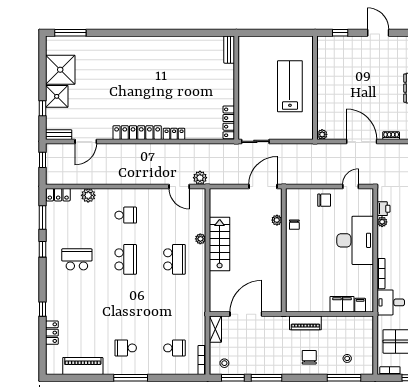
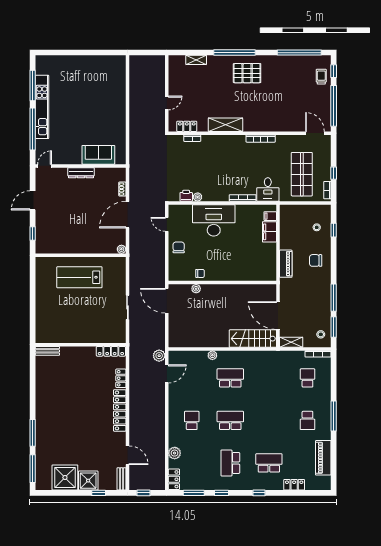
window: (111, 33) -> (33, 433), added
bench: (229, 50) -> (47, 351), moved
wall: (236, 88) -> (81, 345), moved
locker: (229, 122) -> (111, 351), moved
stairs: (220, 244) -> (253, 339), moved
school desk: (77, 304) -> (269, 463), added
window: (42, 309) -> (259, 493), moved
window: (344, 378) -> (334, 230), width x0.46

